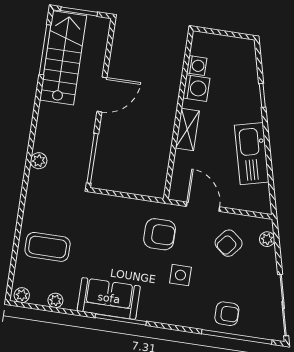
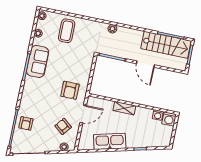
washing machine: (196, 88) -> (169, 119), moved
side table: (180, 275) -> (48, 100), removed

